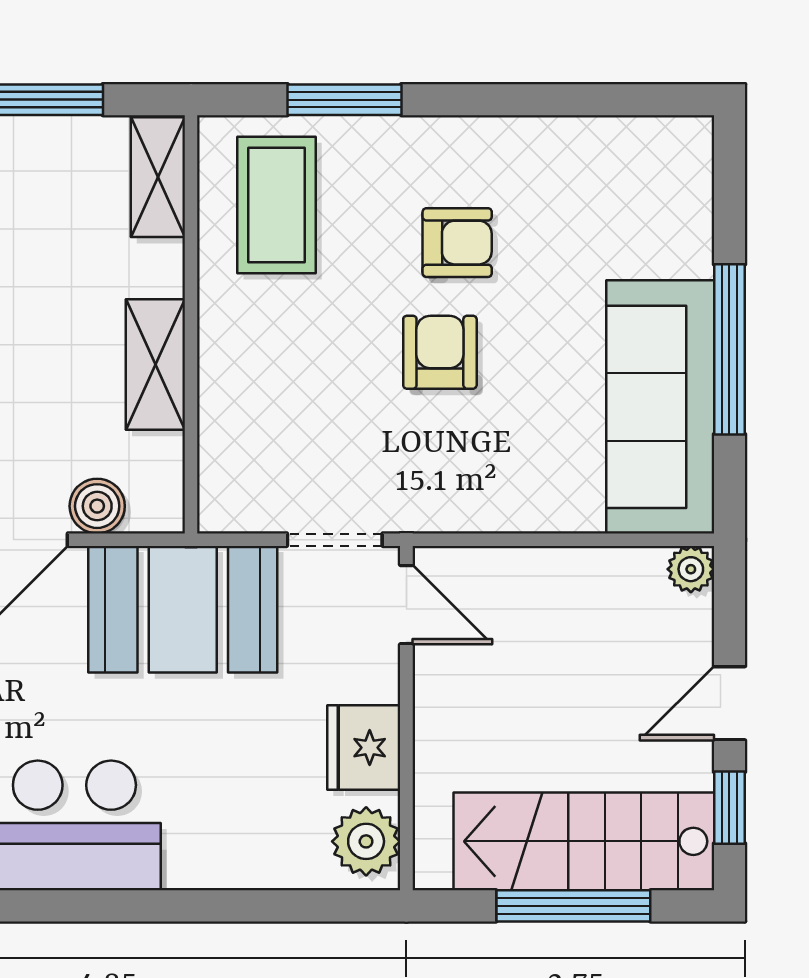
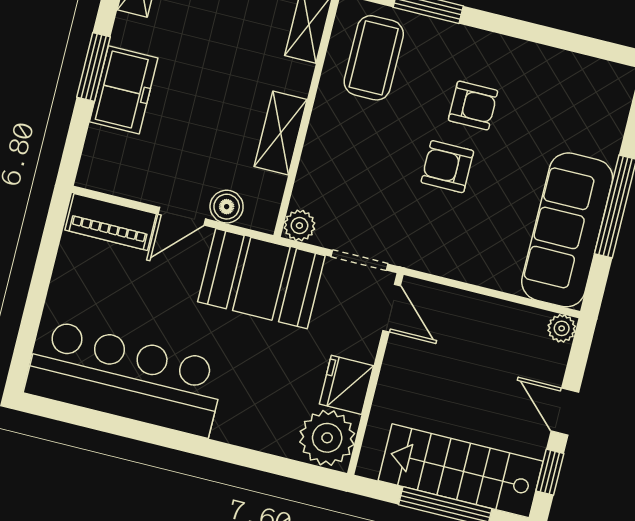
armchair: (440, 352) -> (447, 167), turned -90
plant: (223, 507) -> (299, 226), added
door: (729, 703) -> (565, 412), hinge flipped
plant: (366, 841) -> (327, 438), width x1.36, depth x1.36

